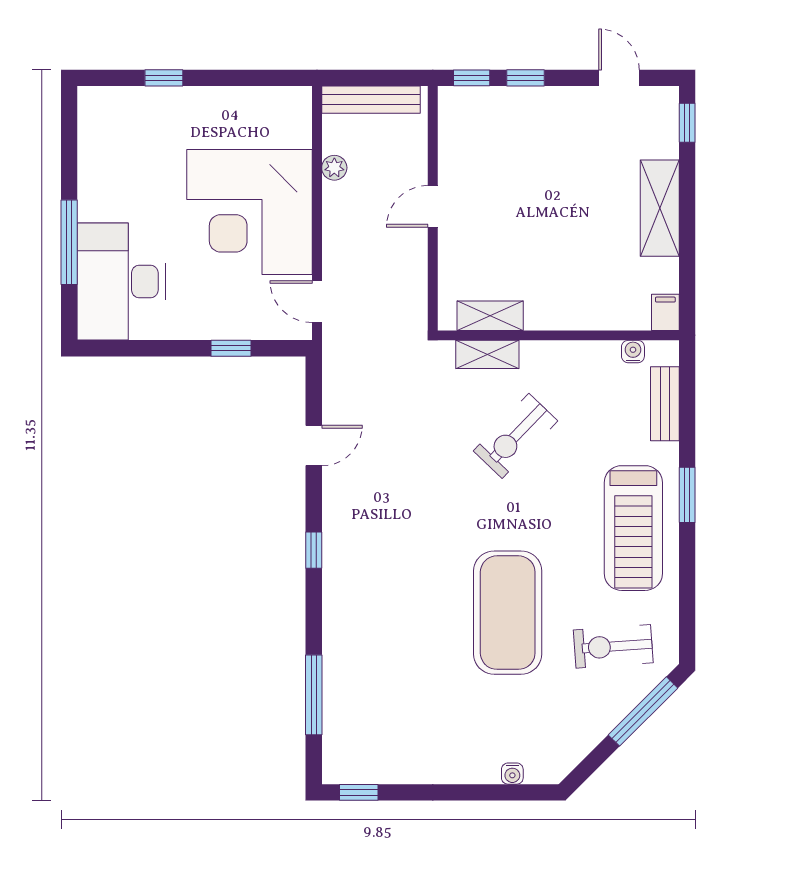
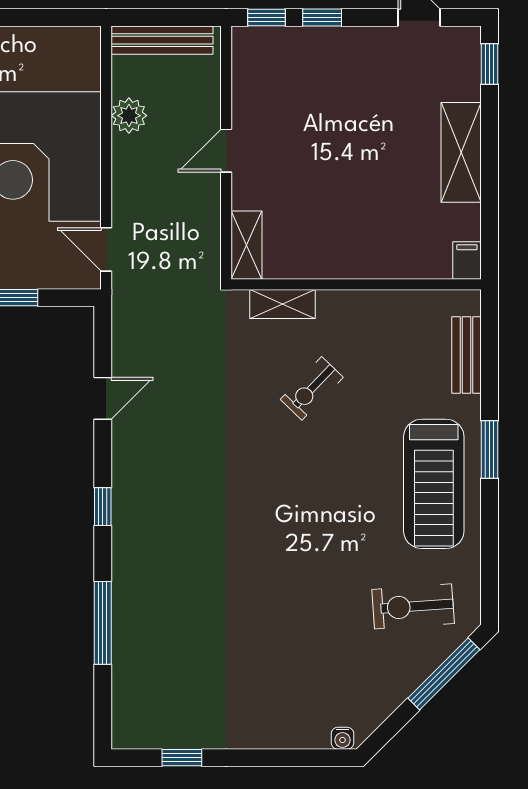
plant: (334, 168) -> (129, 116), width x1.38, depth x1.38
shelving: (490, 316) -> (246, 245), moved, turned 90
water cooler: (633, 352) -> (433, 301), removed
exercise bike: (515, 436) -> (312, 388), width x0.73, depth x0.72
exercise mat: (508, 613) -> (304, 571), removed
window: (314, 695) -> (103, 623), moved
water cooler: (512, 774) -> (342, 738), moved
window: (359, 792) -> (182, 758), moved

